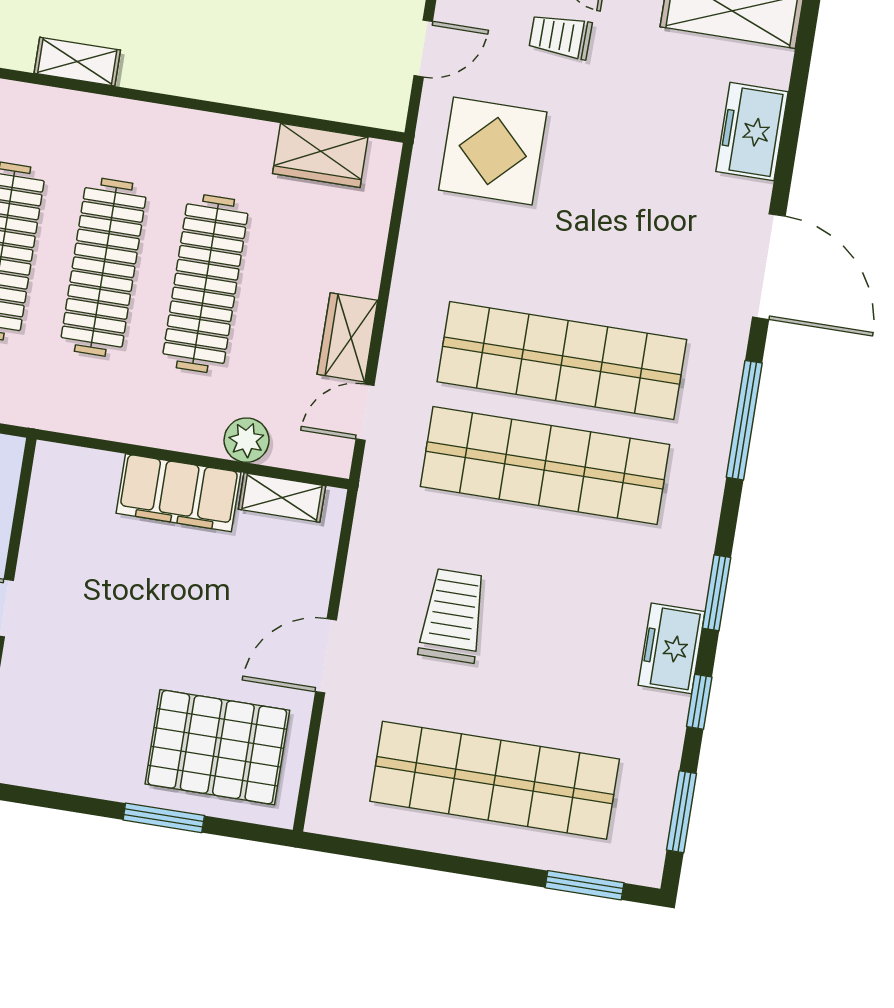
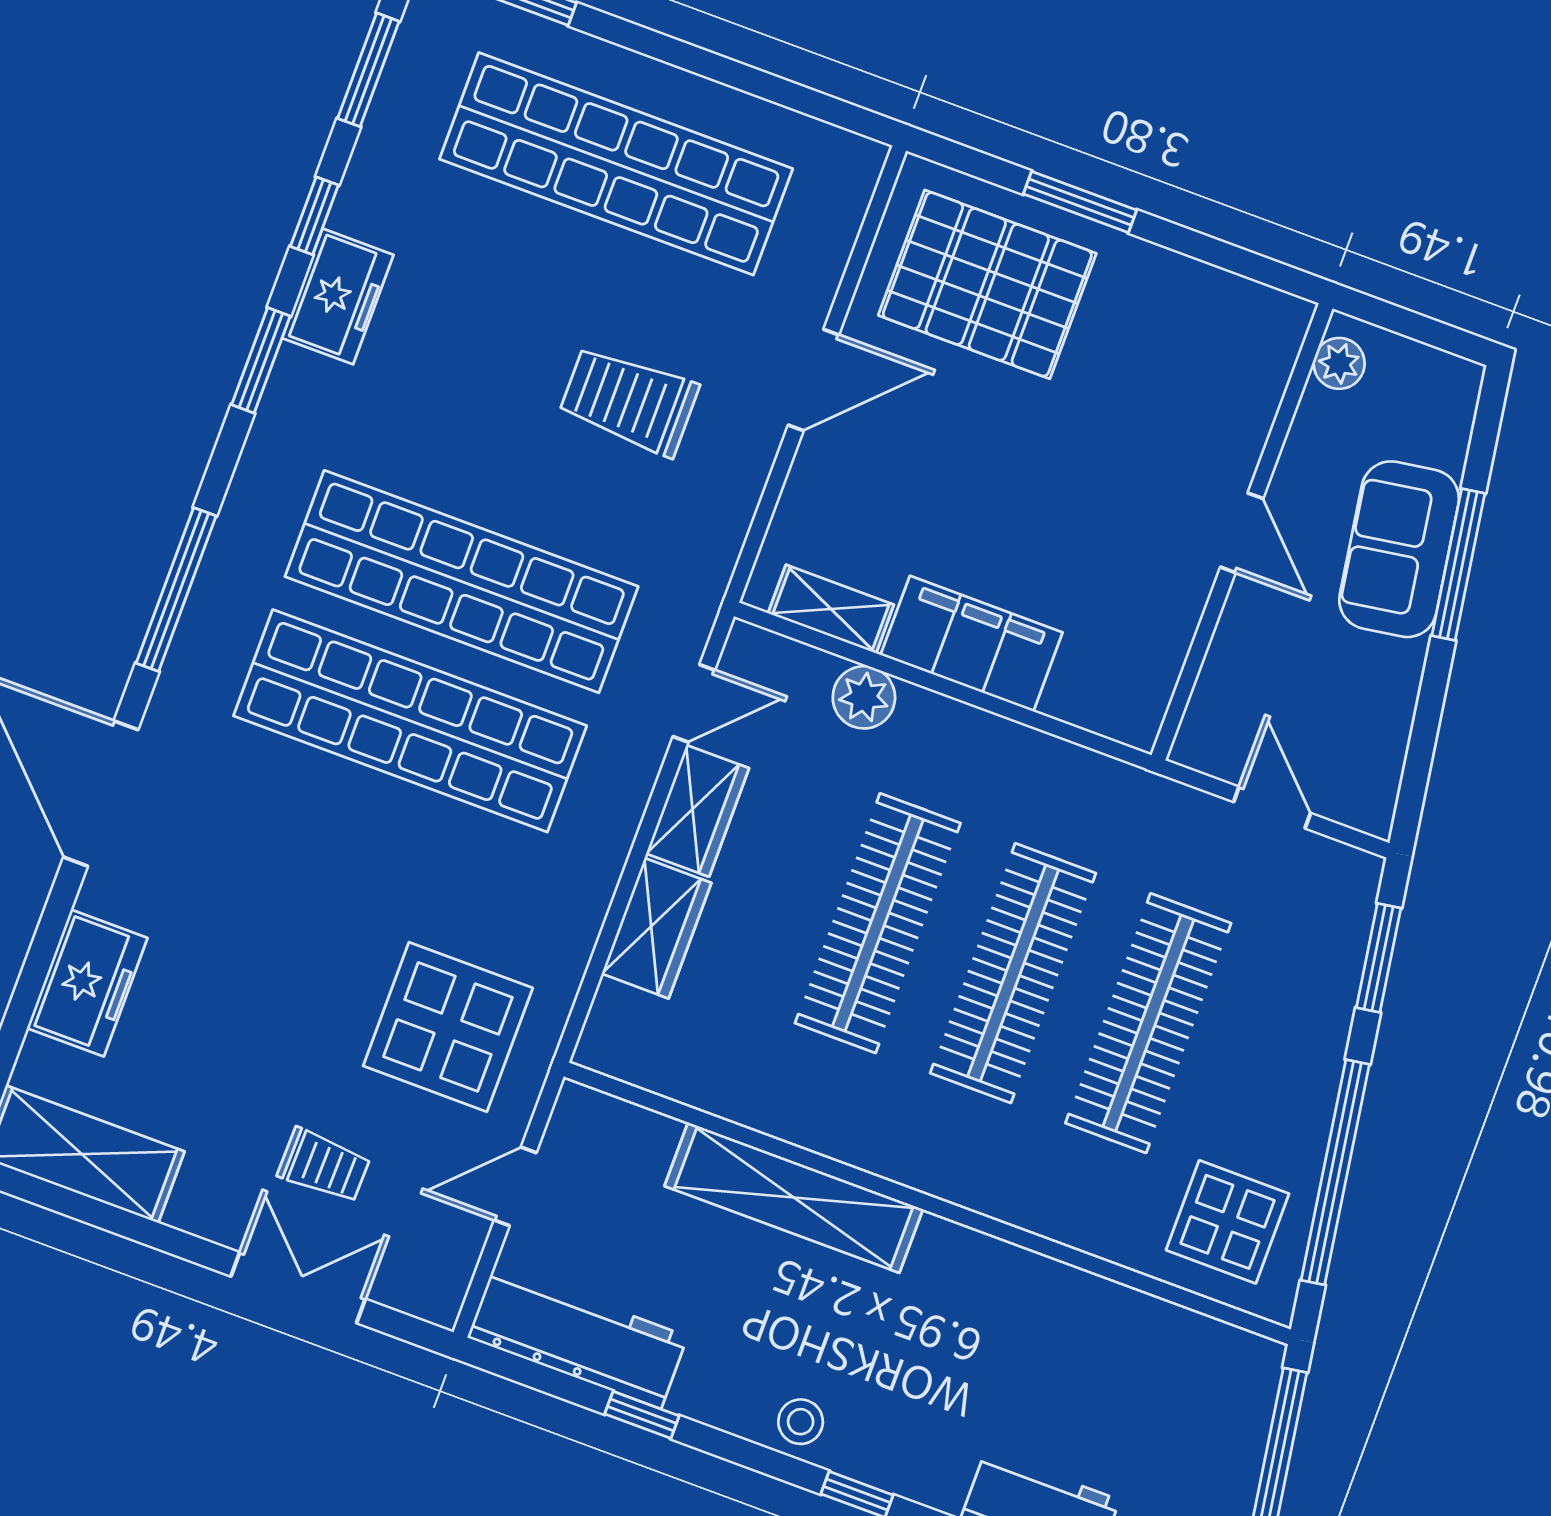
shelving: (77, 62) -> (794, 1198), moved, width x2.20, depth x1.33
wardrobe: (320, 155) -> (657, 928), moved, turned 90
trolley: (453, 616) -> (629, 401), turned 90

